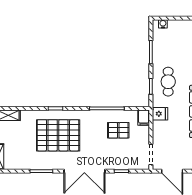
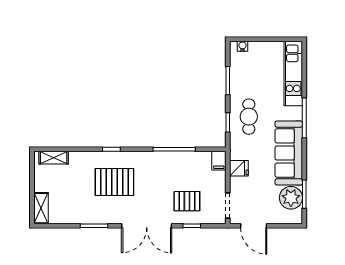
fridge: (160, 114) -> (239, 168), moved
pallet: (118, 130) -> (187, 201), moved
pallet: (58, 135) -> (114, 182), width x0.73, depth x0.71

